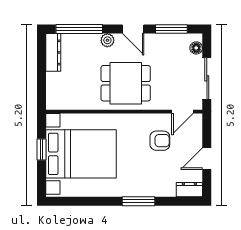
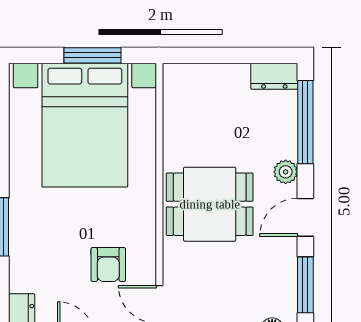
dresser: (53, 52) -> (274, 76), width x0.70
dining table: (126, 83) -> (210, 204), turned 90
window: (41, 150) -> (93, 55), width x1.50

